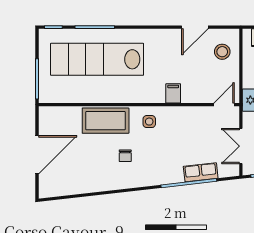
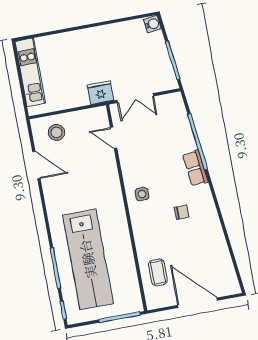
filing cabinet: (173, 93) -> (108, 175), removed
door: (224, 105) -> (114, 138), moved
coffee table: (106, 121) -> (158, 272), moved, width x0.54, depth x0.58
double door: (241, 146) -> (135, 98), moved
row of seats: (201, 172) -> (195, 168), moved

